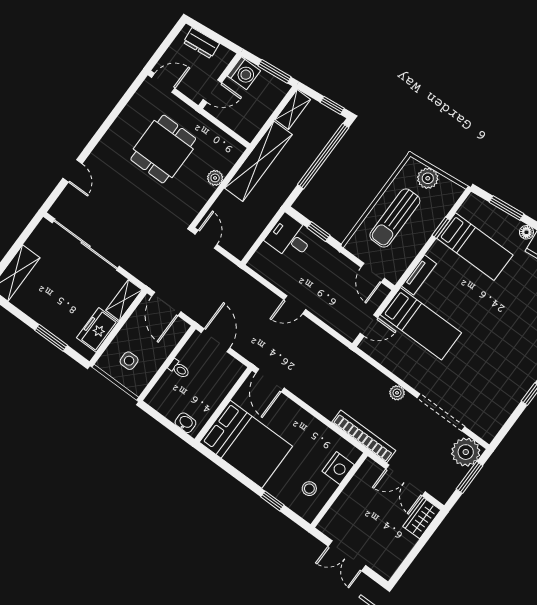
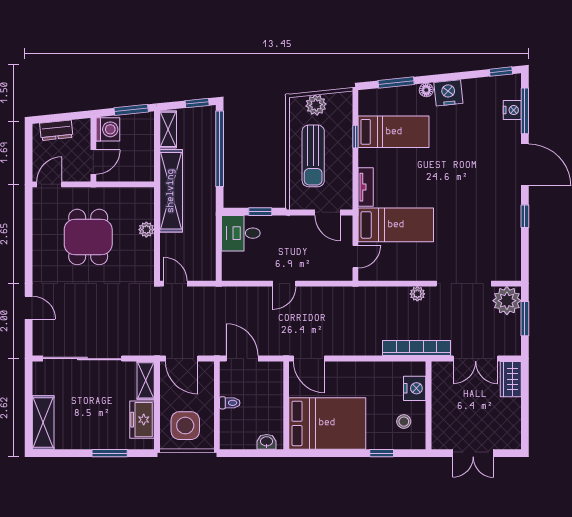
side table: (129, 361) -> (185, 426), width x1.87, depth x1.87

